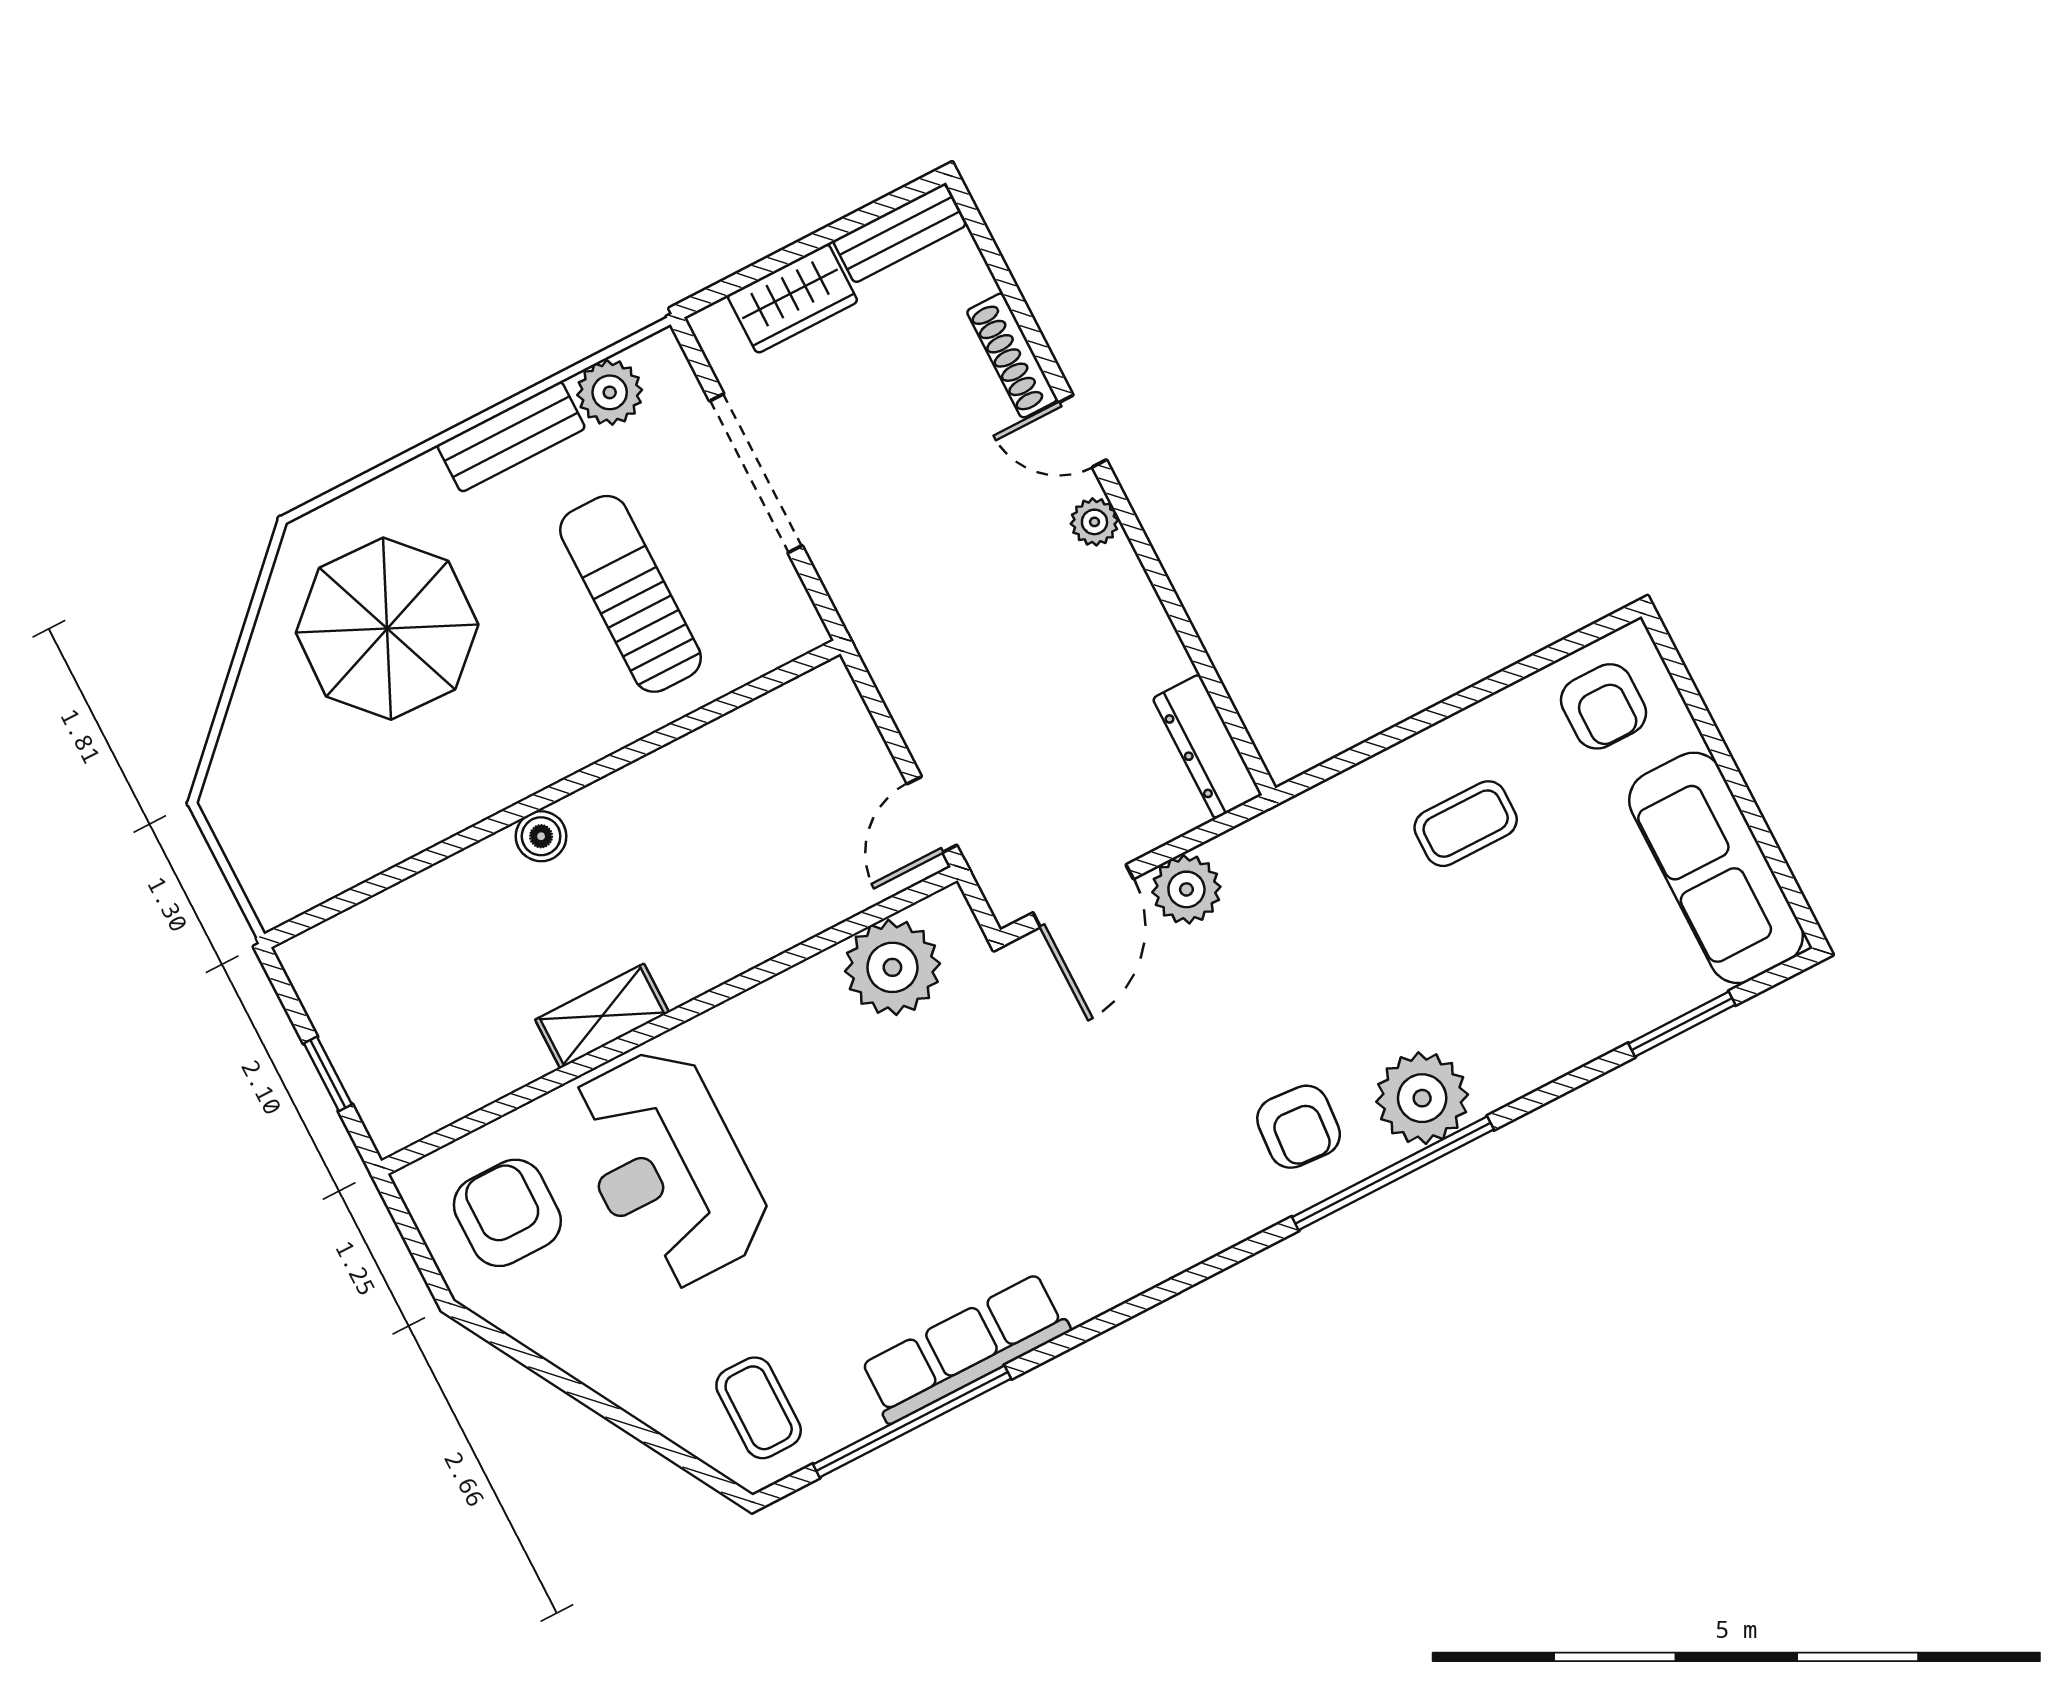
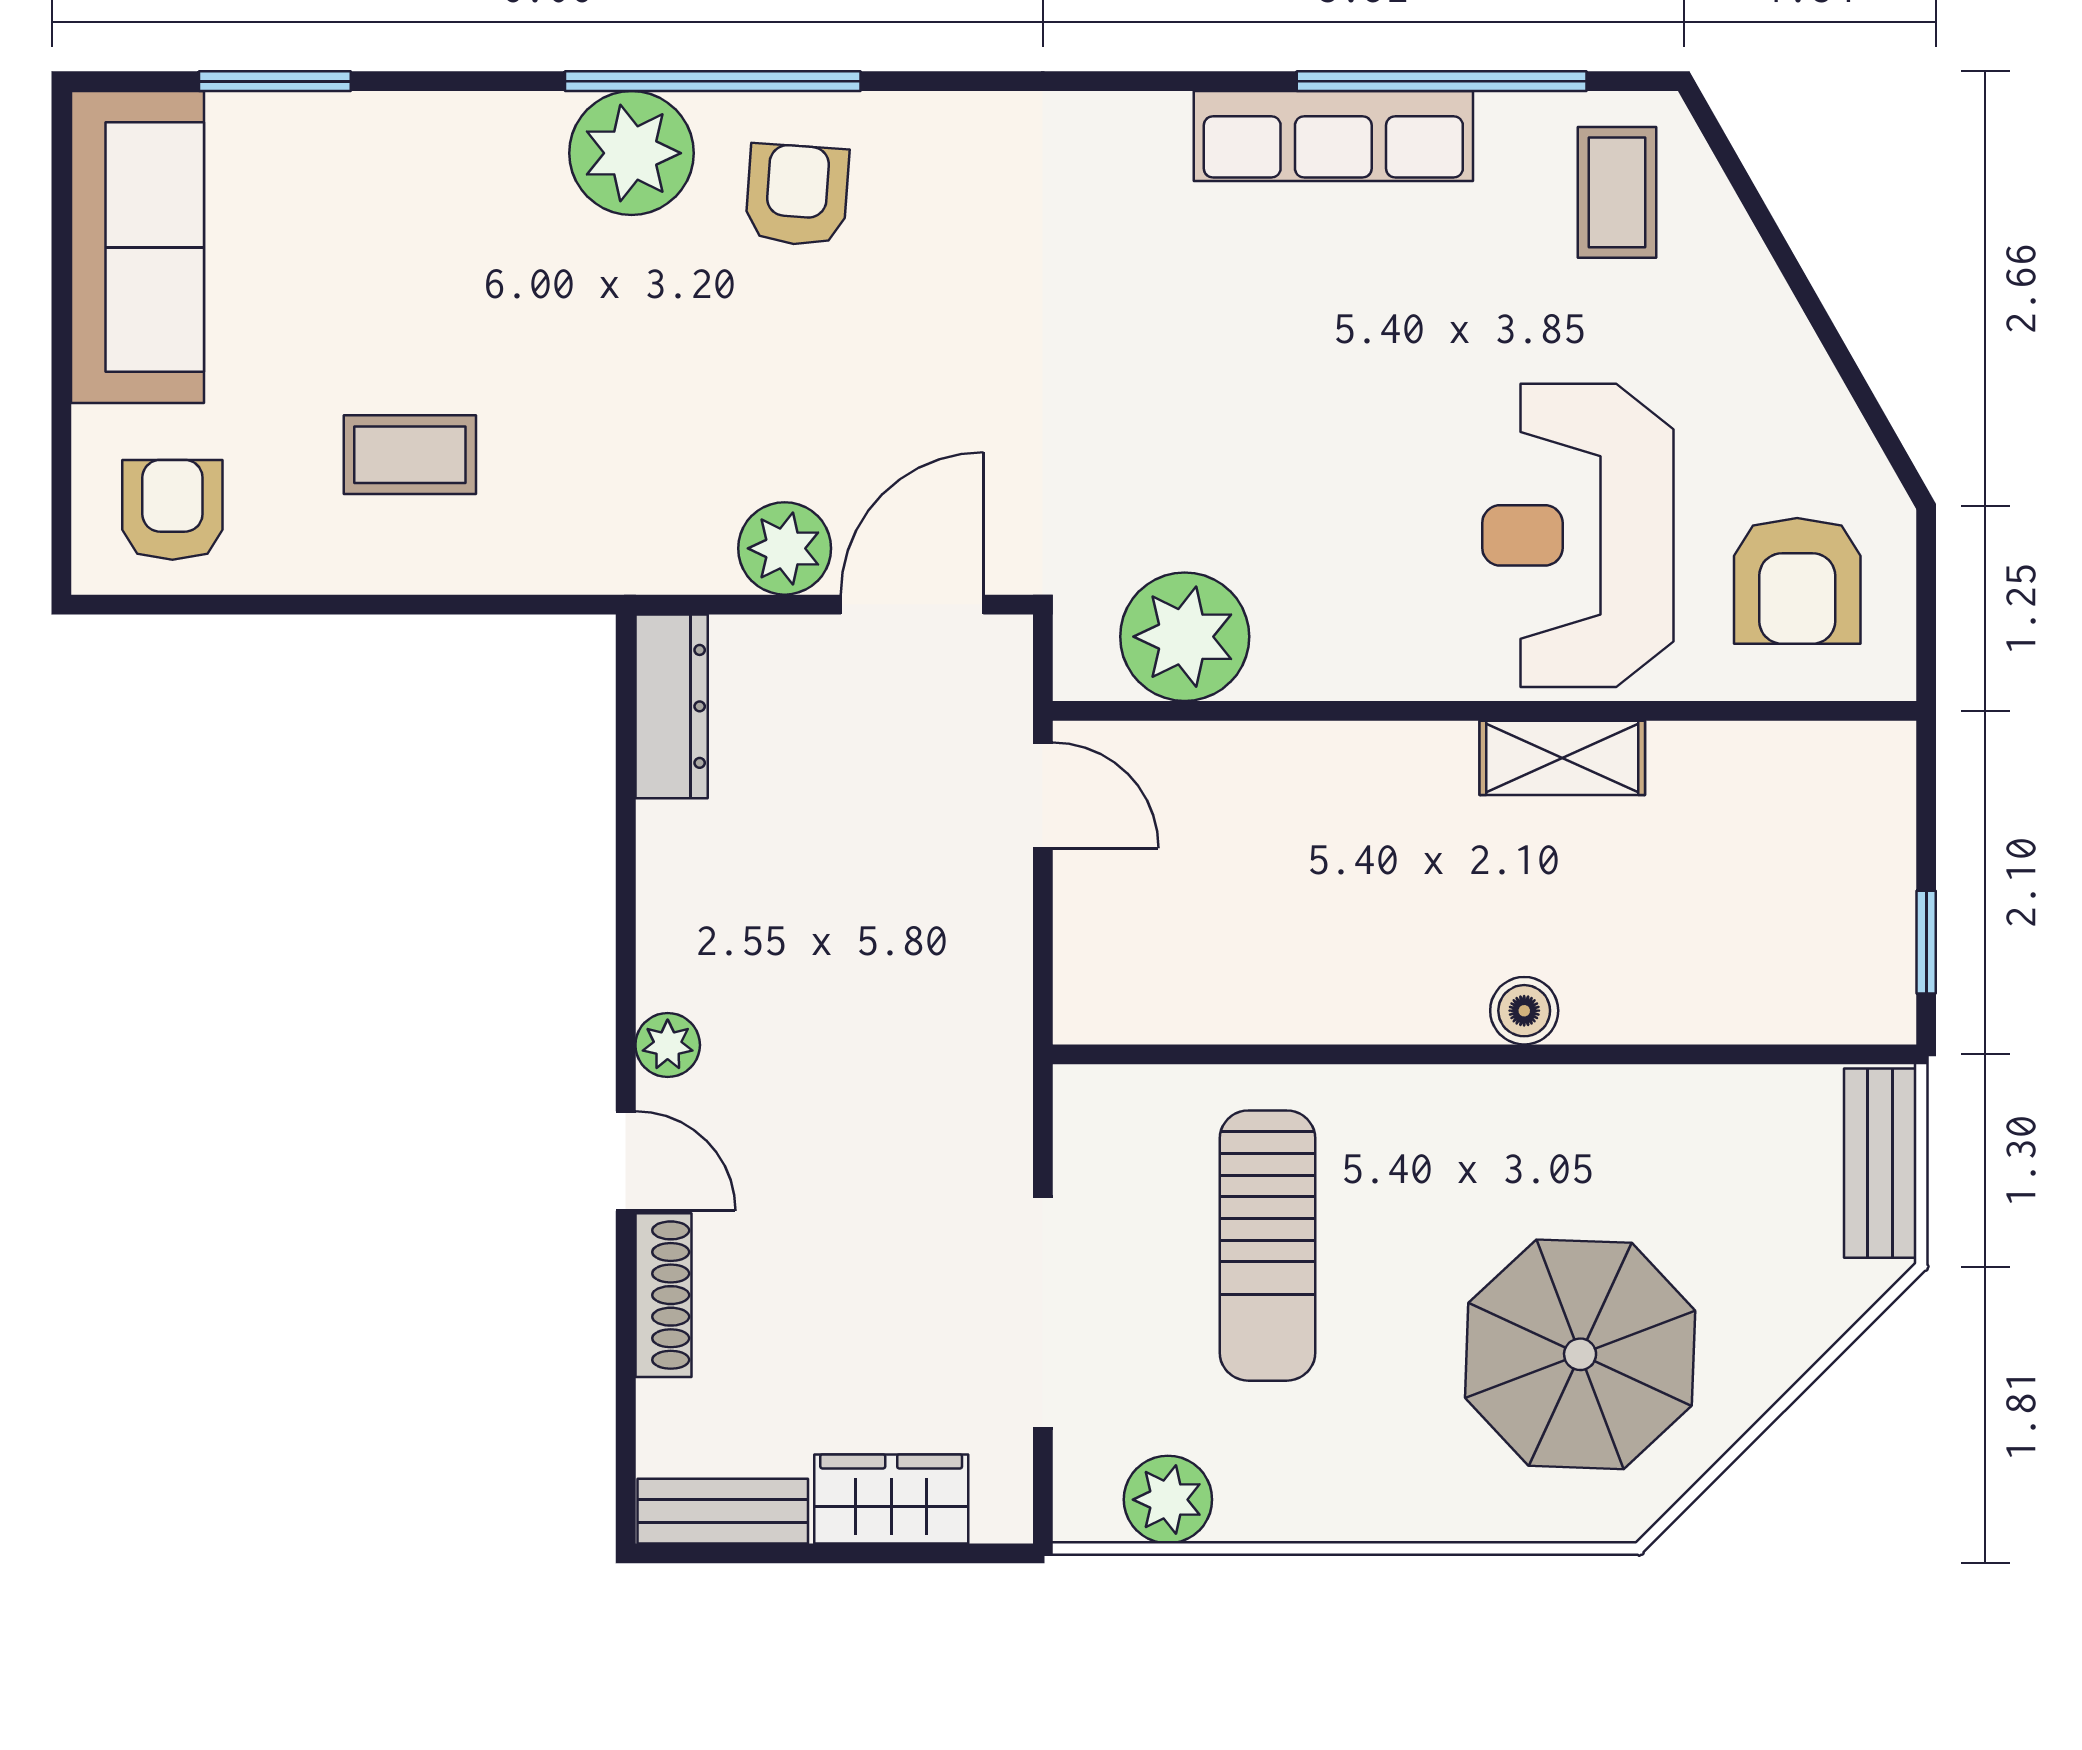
bench: (511, 437) -> (1880, 1163), moved, turned 90
door: (932, 815) -> (1043, 795), hinge flipped
window: (328, 1074) -> (1926, 942), moved
reception desk: (668, 1168) -> (1578, 535), turned 180

